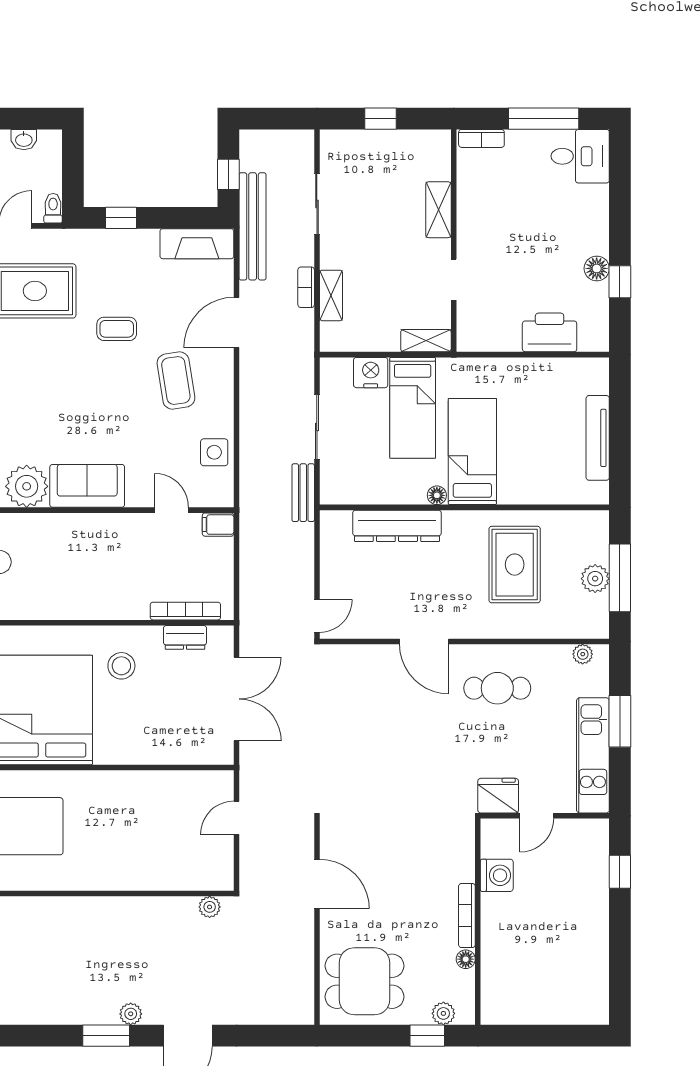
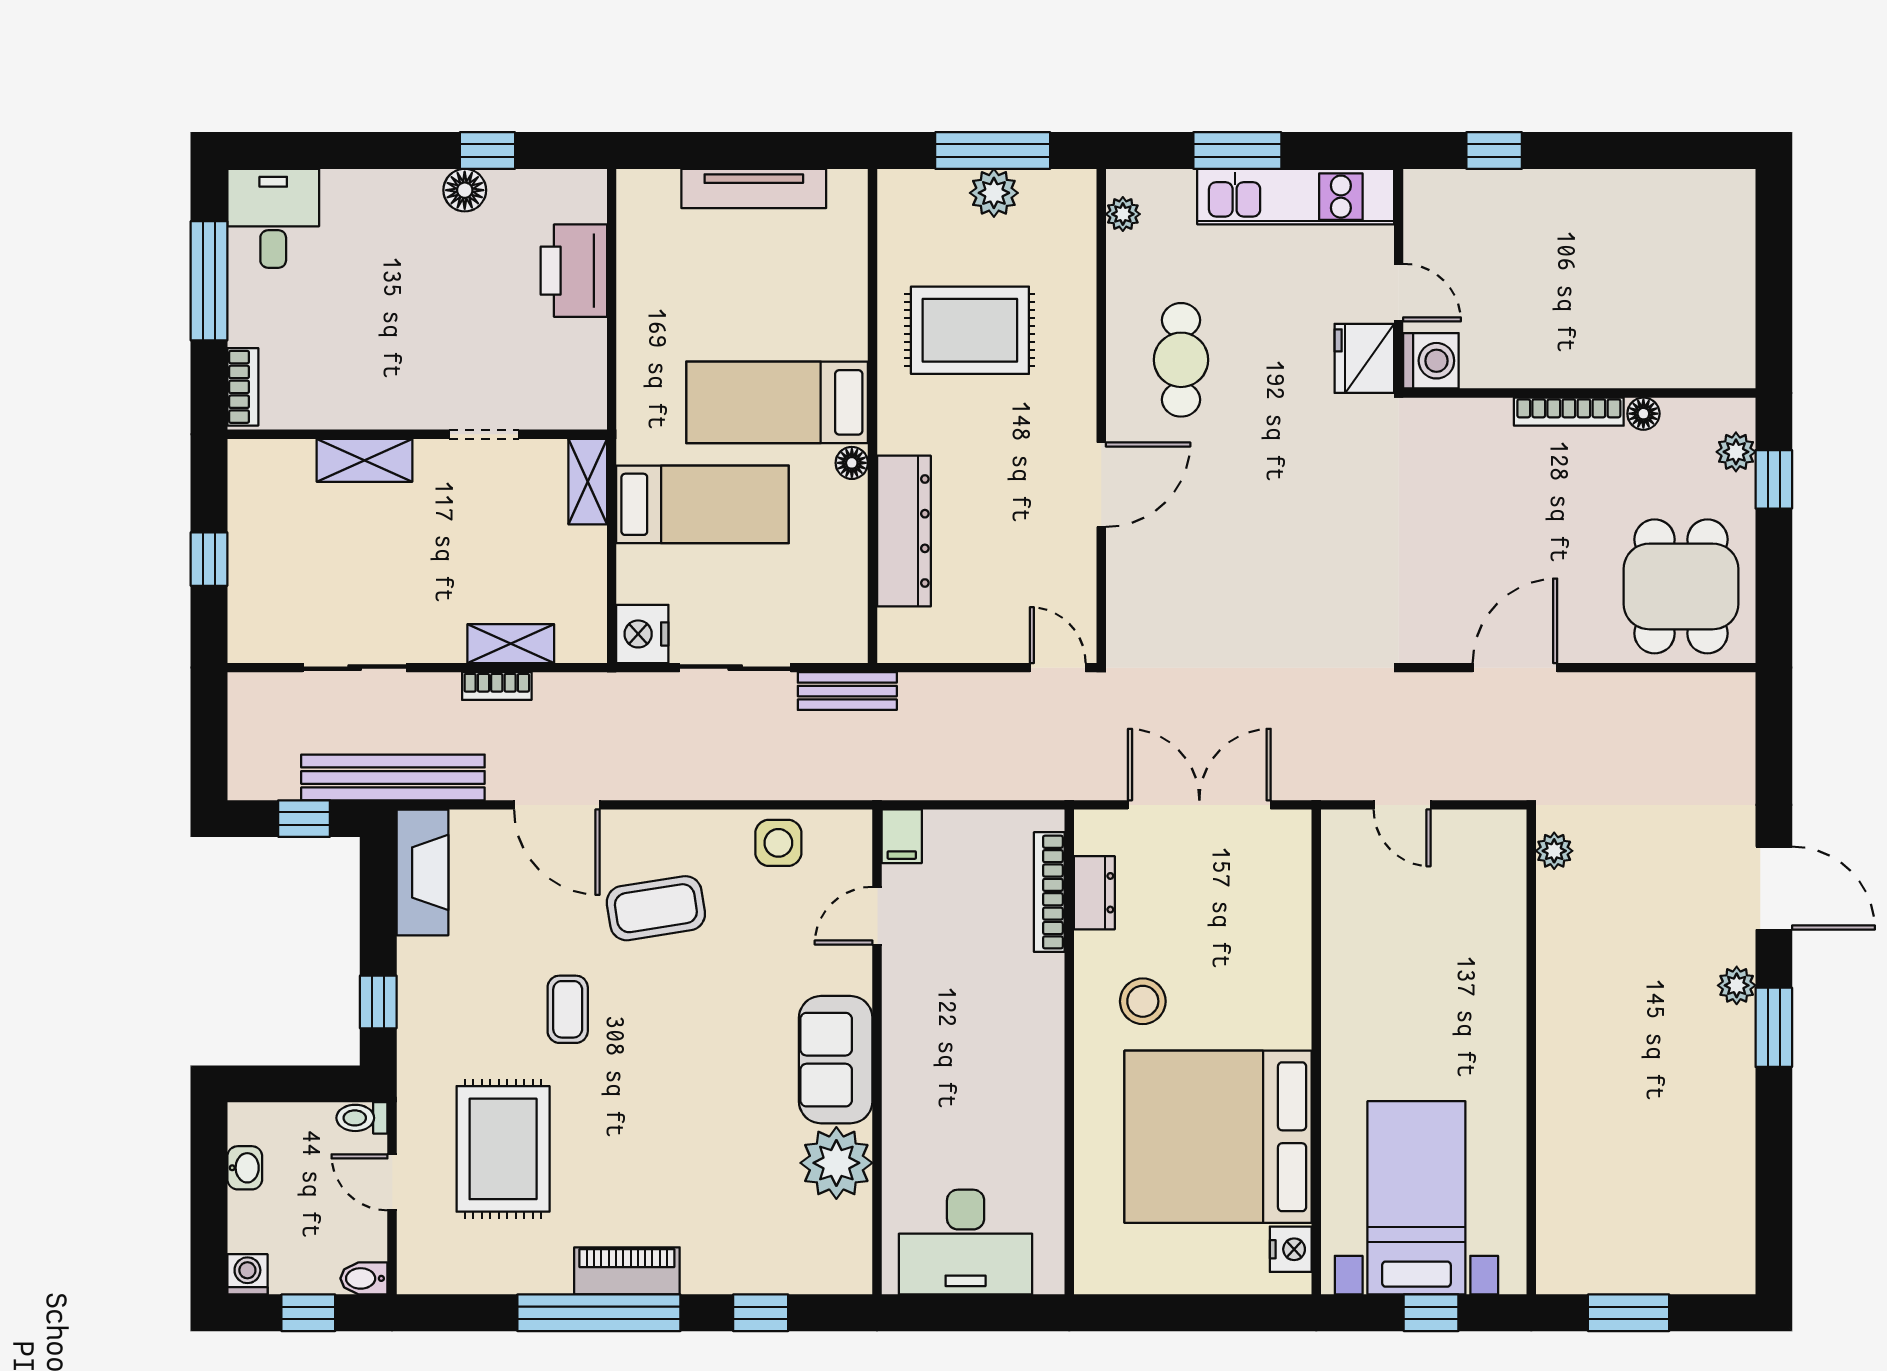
nightstand: (371, 373) -> (642, 634), moved
washing machine: (497, 875) -> (1431, 361), moved, turned 90

